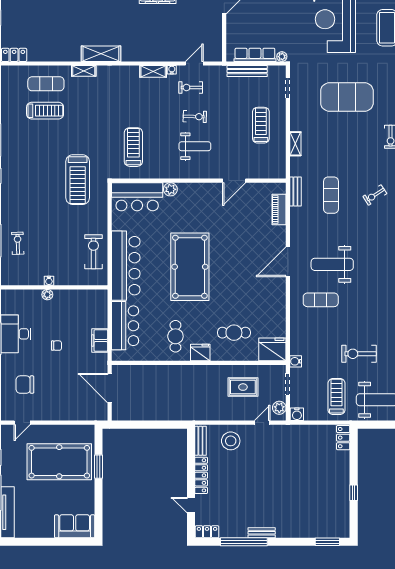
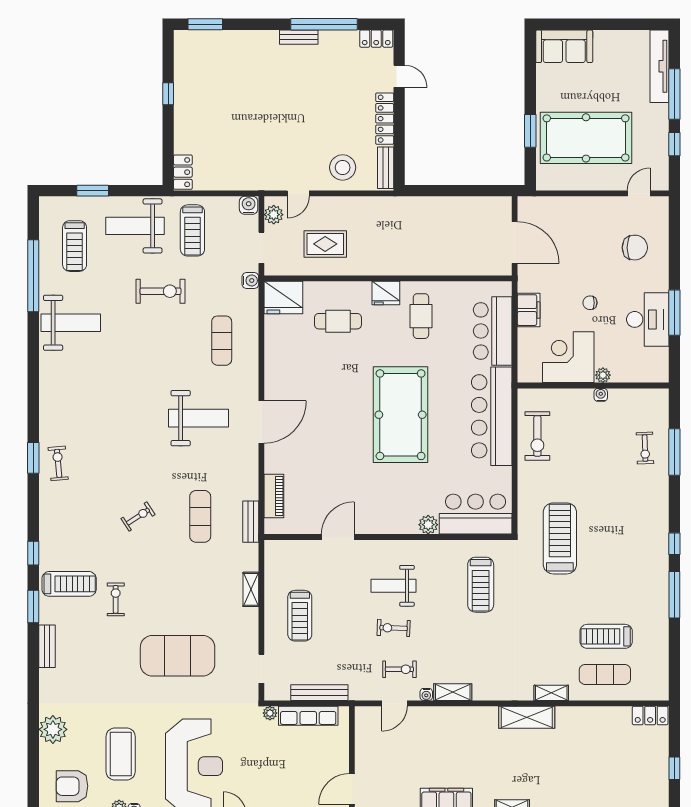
exercise mat: (321, 300) -> (222, 341), moved, turned 90
corner desk: (72, 307) -> (568, 357), added

